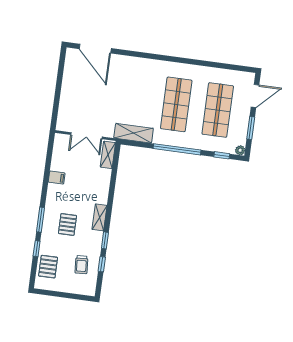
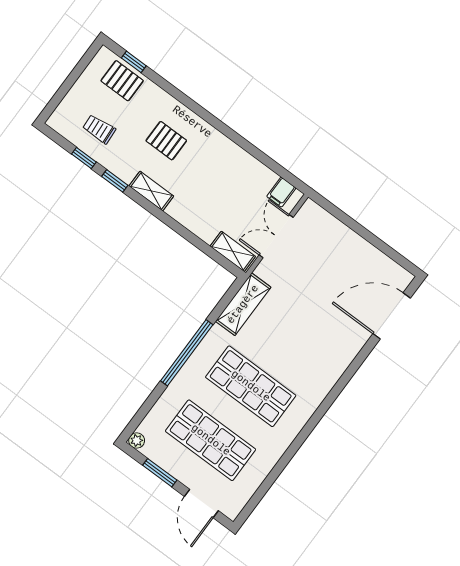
window: (222, 155) -> (144, 411), removed
filing cabinet: (57, 178) -> (281, 192), moved
window: (41, 220) -> (194, 106), removed
window: (37, 249) -> (134, 62), moved

